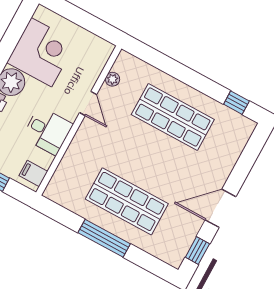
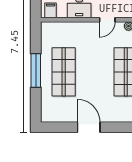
window: (197, 251) -> (58, 127), removed

